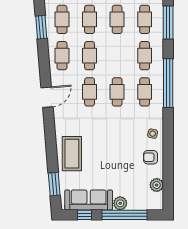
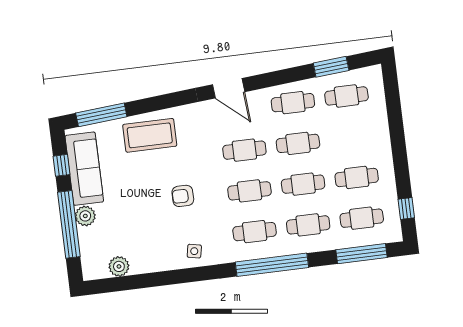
cafe table: (90, 19) -> (303, 184), moved
armchair: (151, 157) -> (183, 196), moved, turned -90
window: (54, 184) -> (101, 115), width x1.44

